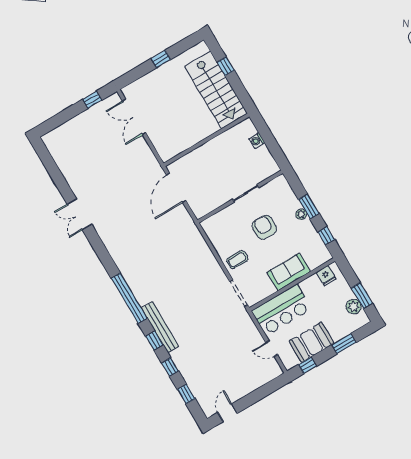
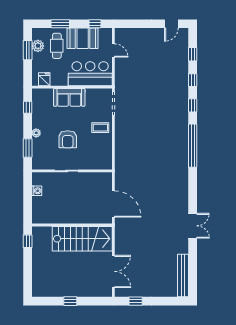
window: (226, 66) -> (28, 241), moved
stairs: (216, 90) -> (82, 239), moved, turned 90
washing machine: (257, 141) -> (37, 191), moved
door: (176, 188) -> (113, 204), hinge flipped
window: (309, 207) -> (28, 148), moved
cafe table: (334, 318) -> (57, 46), added
bench: (160, 327) -> (183, 275), moved

